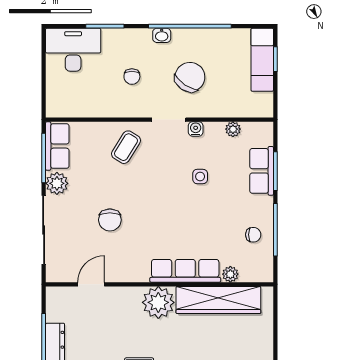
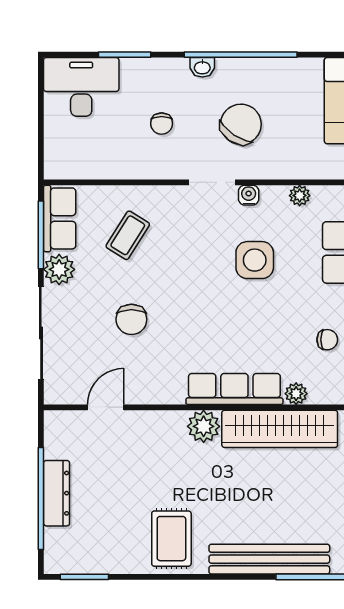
coffee table: (126, 147) -> (128, 235), moved
side table: (200, 176) -> (255, 260), width x1.87, depth x1.87
plant: (158, 302) -> (204, 426), width x0.73, depth x0.73

